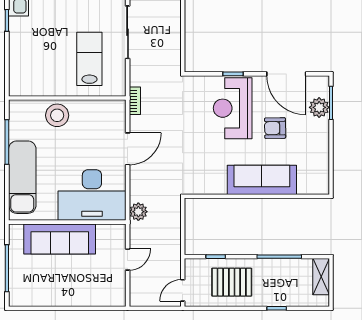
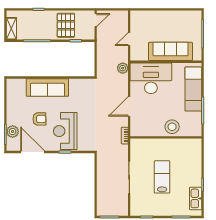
lab bench: (89, 59) -> (162, 177), moved, turned 180
reception desk: (233, 108) -> (65, 131), turned 180
pallet: (232, 282) -> (66, 25), turned 90

